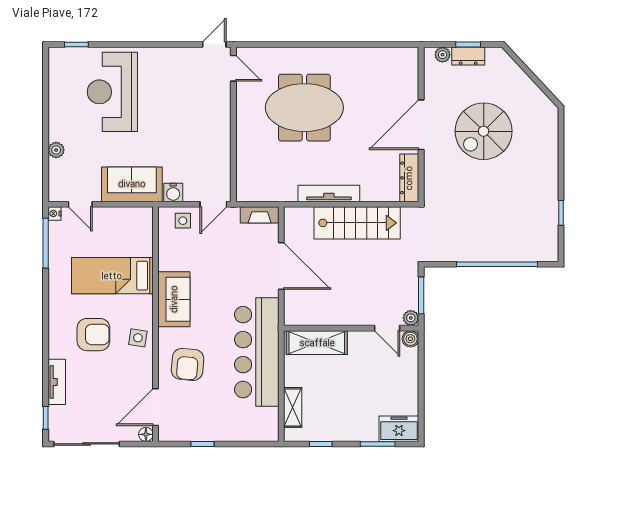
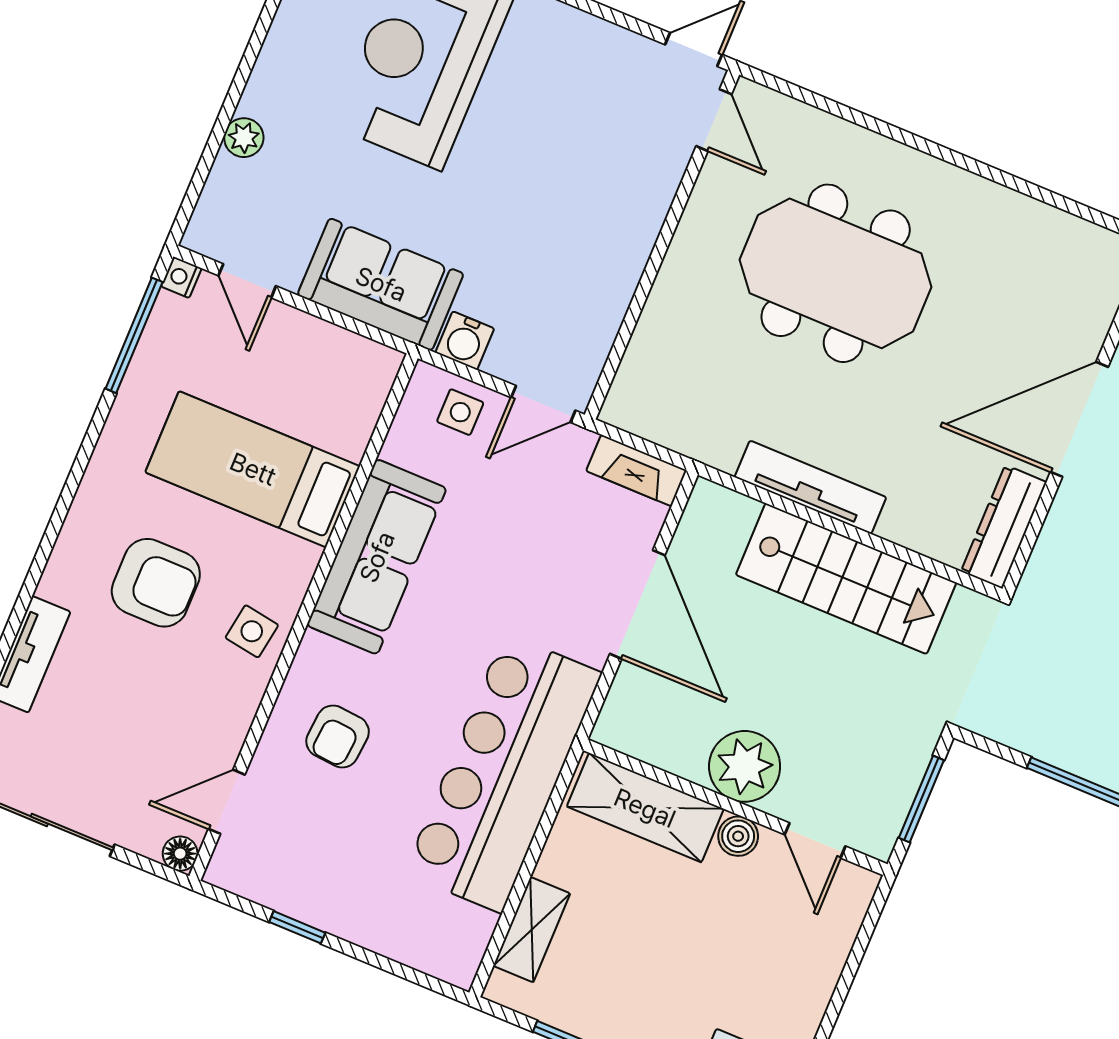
sofa: (174, 299) -> (377, 557), width x1.36
plant: (411, 318) -> (745, 766), moved, width x1.88, depth x1.88
boiler: (410, 339) -> (738, 836), moved
armchair: (188, 364) -> (338, 736), width x0.72, depth x0.72
door: (155, 407) -> (227, 802), width x0.73

